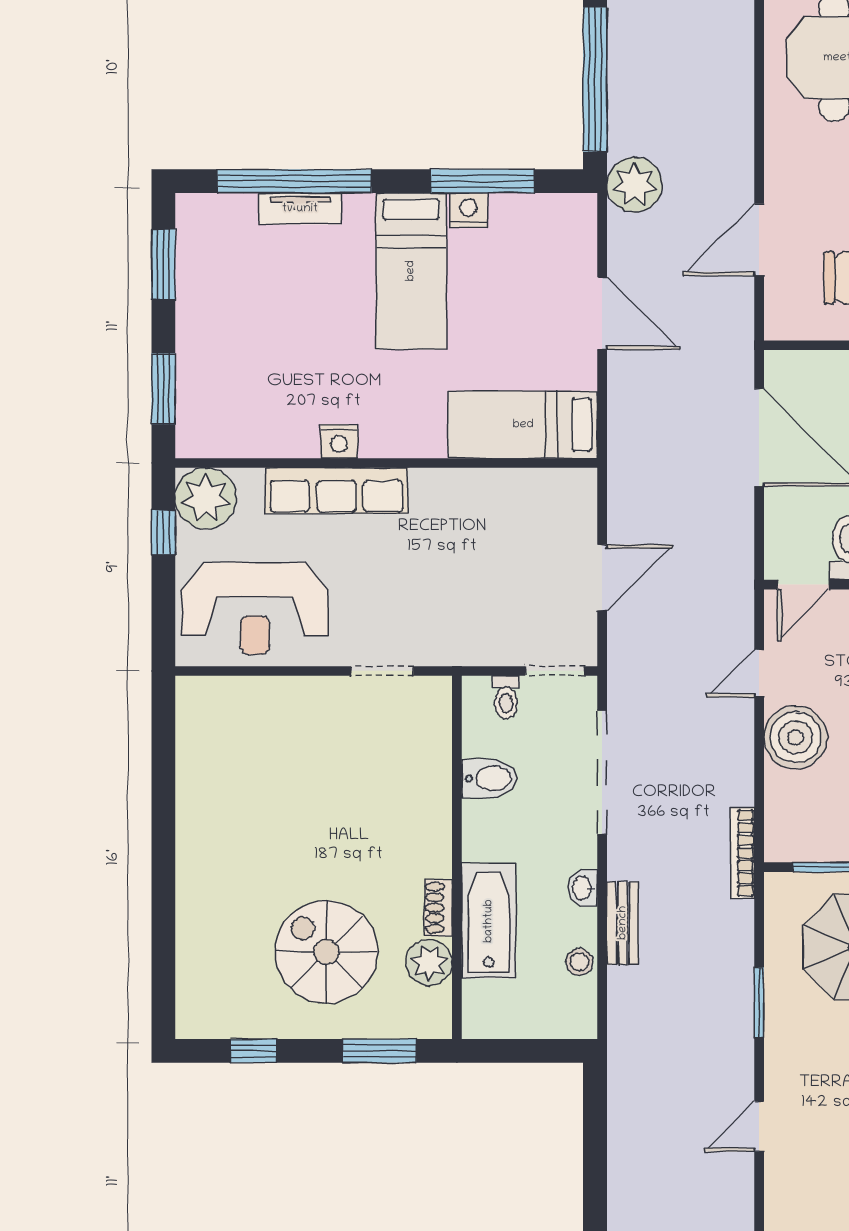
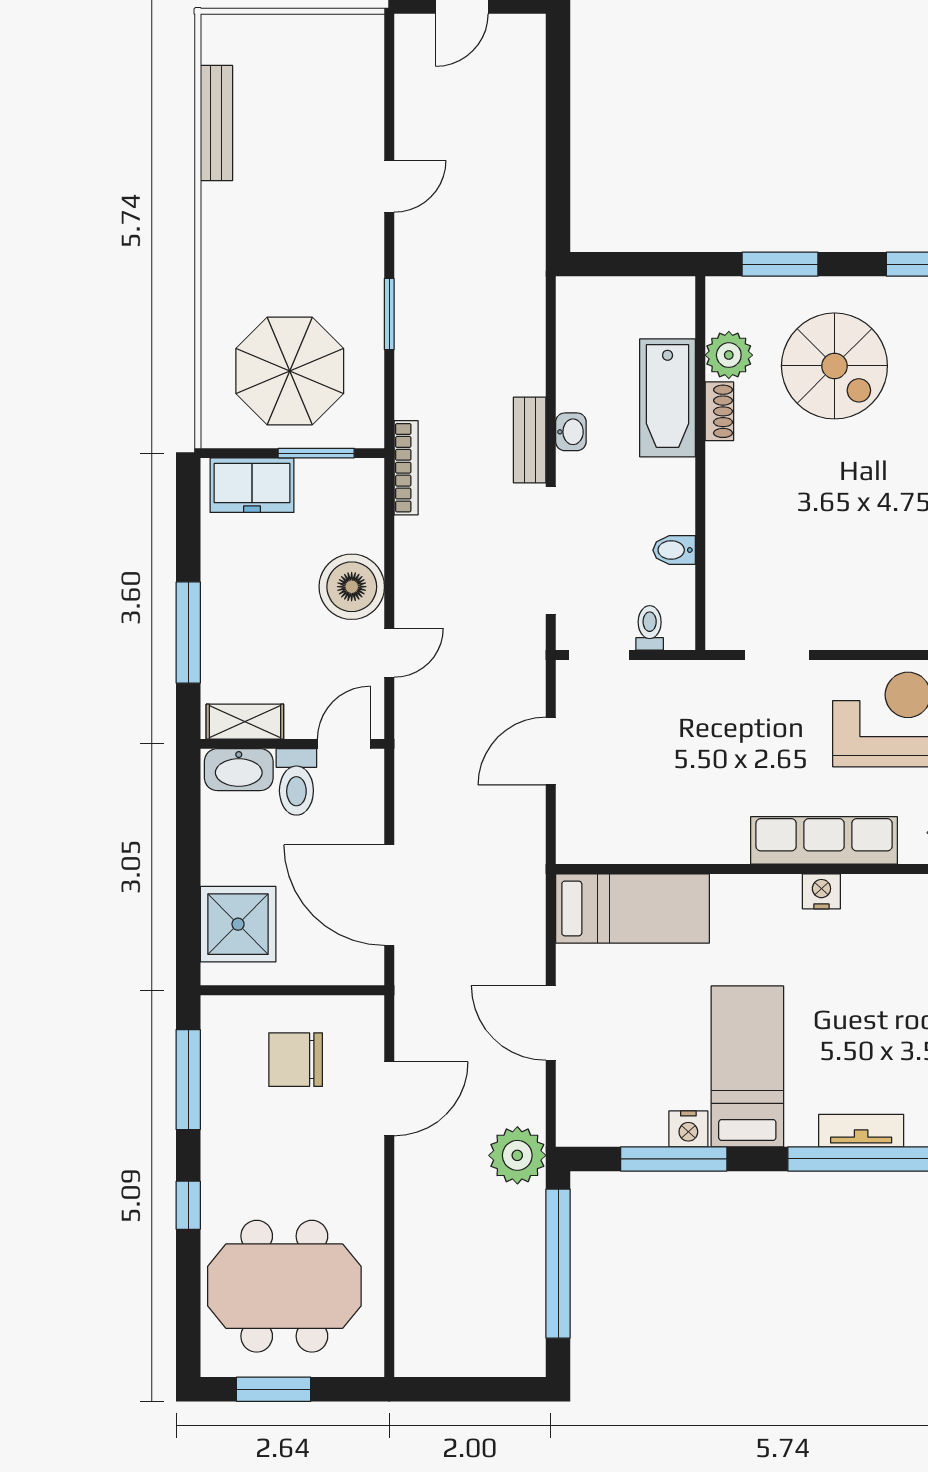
bidet: (490, 778) -> (674, 550), width x0.72, depth x0.74
bench: (623, 923) -> (530, 440), moved
stool: (580, 962) -> (574, 356), removed

